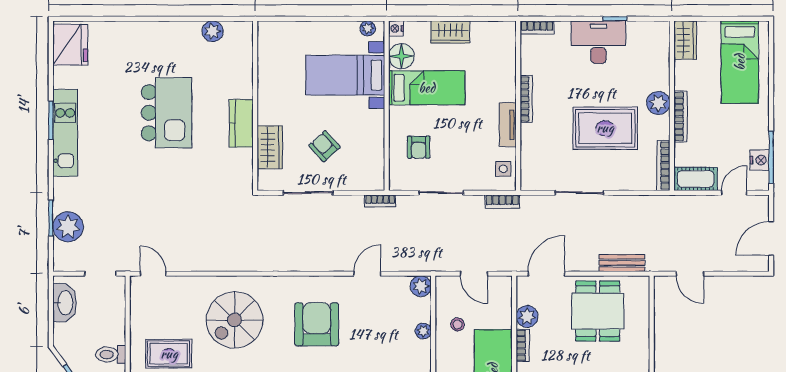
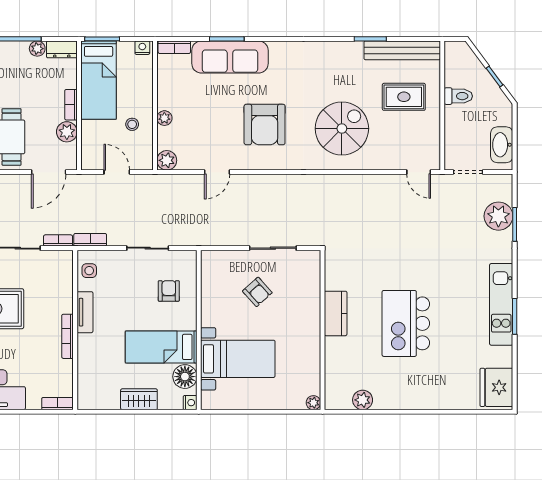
plant: (368, 28) -> (313, 403), moved
wardrobe: (270, 147) -> (309, 291), removed
bookcase: (380, 201) -> (58, 240), moved

